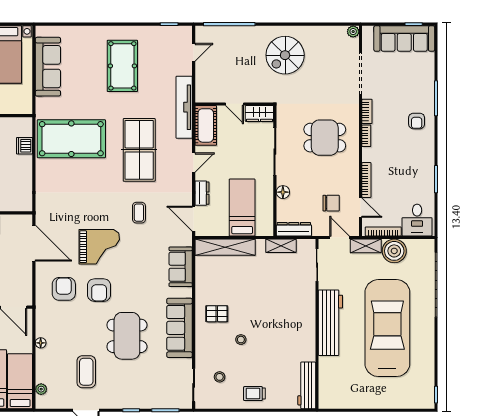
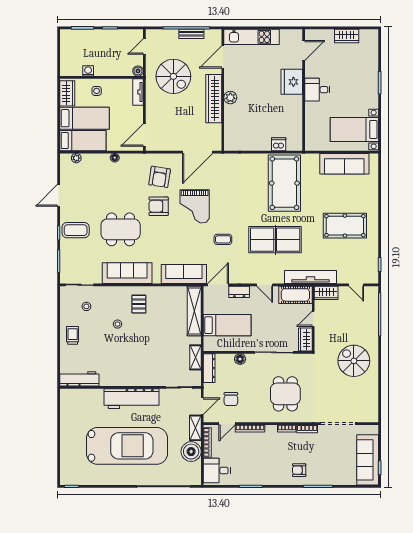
plant: (353, 32) -> (373, 417), removed
wardrobe: (203, 88) -> (326, 293), added
sofa: (181, 267) -> (184, 274), width x1.36
armchair: (64, 289) -> (160, 177), turned 99
coffee table: (86, 372) -> (76, 230), moved

